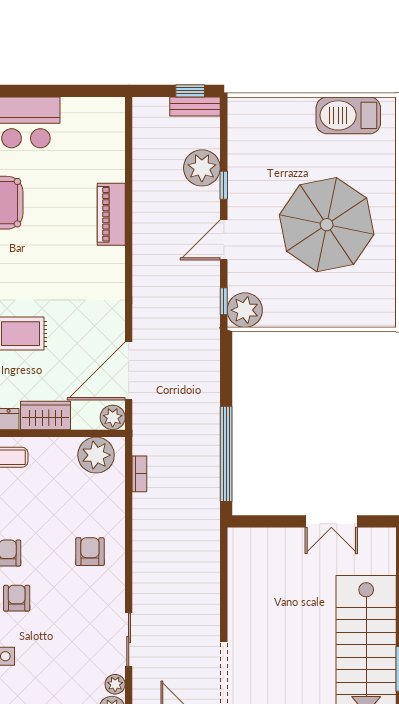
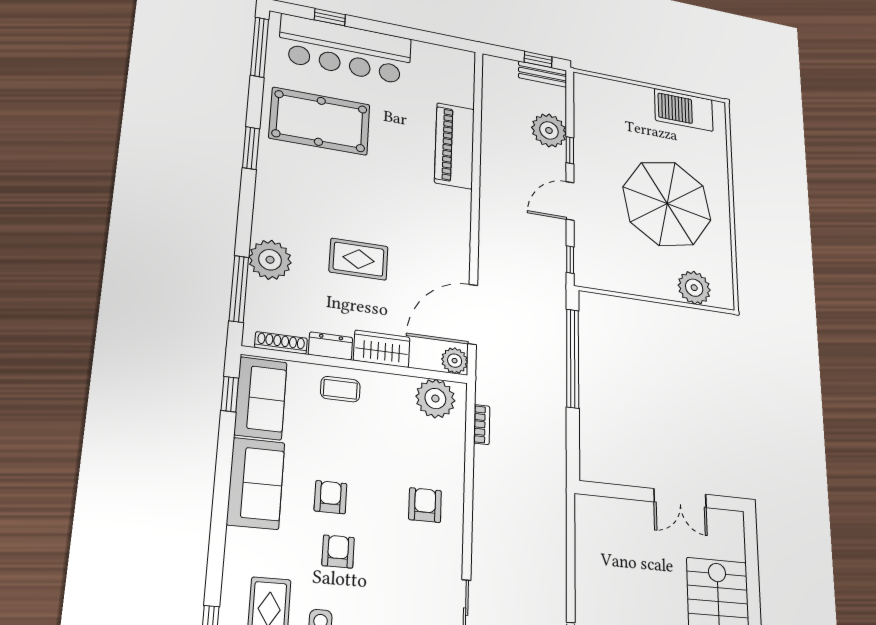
piano: (111, 214) -> (454, 146), width x1.37, depth x1.33
plant: (245, 310) -> (694, 288), moved
window: (226, 454) -> (573, 358), moved

